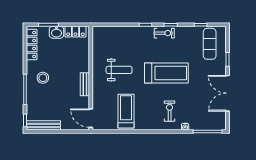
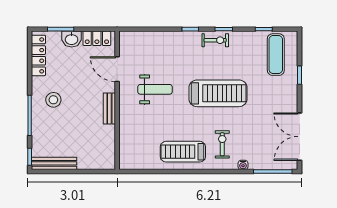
double door: (227, 93) -> (300, 137), moved
treadmill: (126, 111) -> (183, 152), moved, turned -90
door: (91, 118) -> (117, 69), moved

